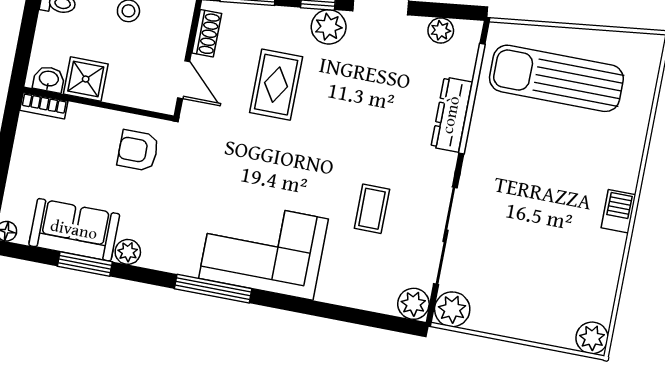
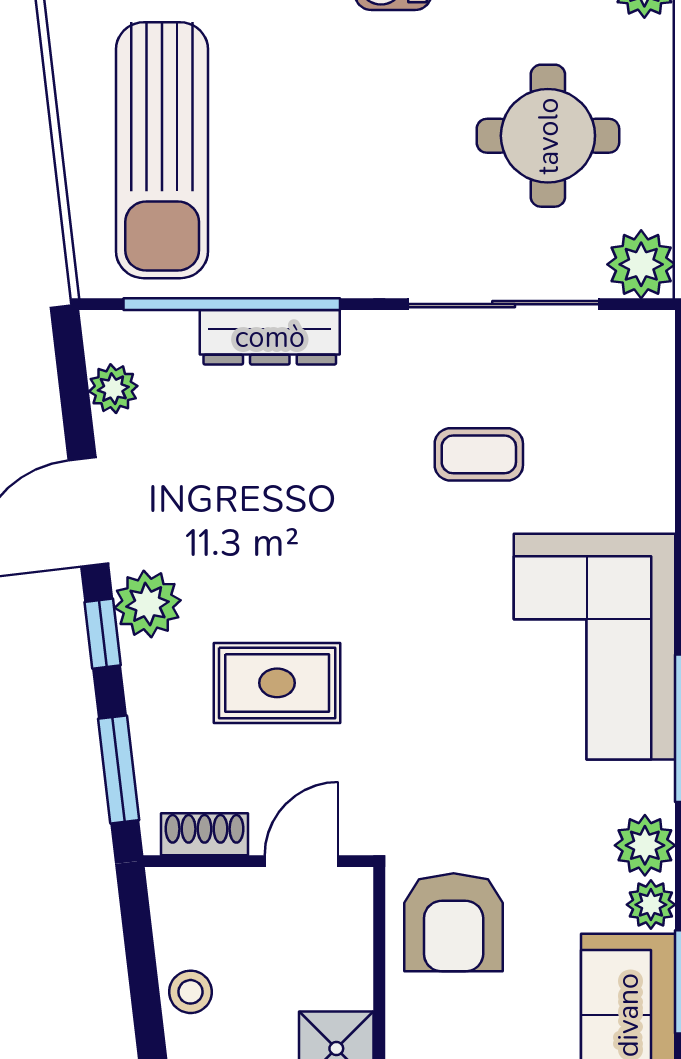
armchair: (138, 150) -> (454, 922), width x1.38, depth x1.38
round table: (526, 275) -> (548, 136), added
plant: (413, 304) -> (645, 845), moved

